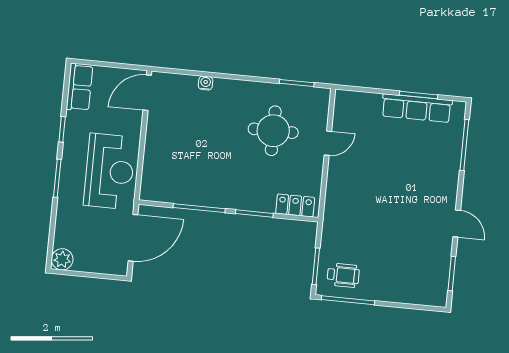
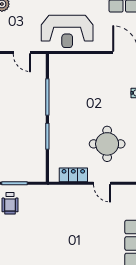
locker: (295, 205) -> (73, 175), moved, turned -90
door: (133, 238) -> (22, 52), width x0.53

